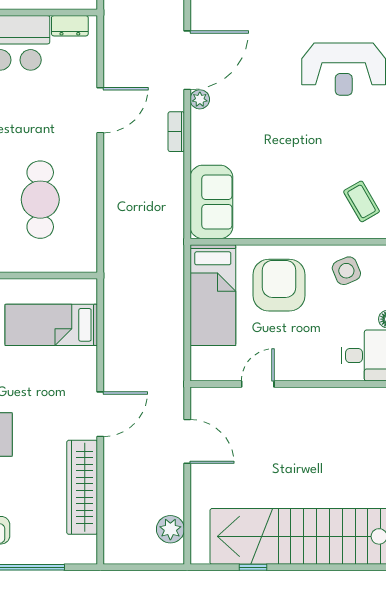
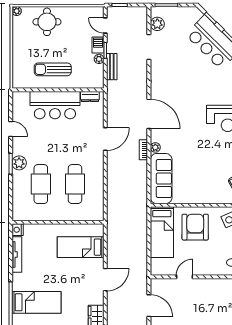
door: (187, 60) -> (149, 114), hinge flipped
plant: (200, 99) -> (155, 147), moved
sofa: (211, 202) -> (161, 179), width x1.36
door: (100, 414) -> (105, 280), moved

